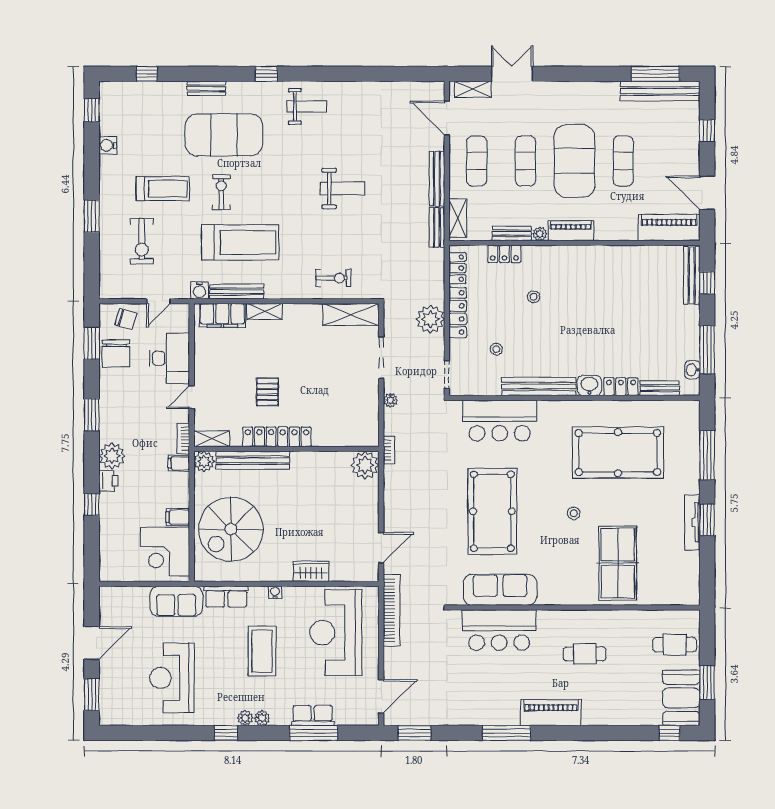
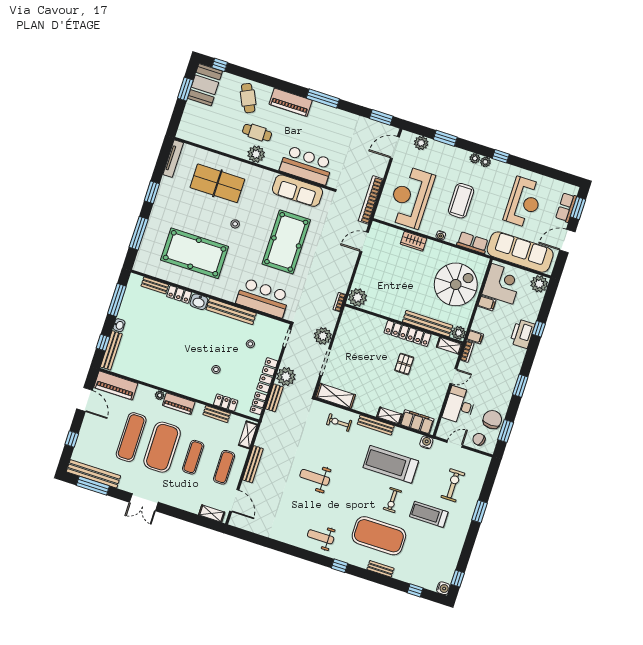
double door: (512, 74) -> (144, 502), moved
water cooler: (108, 145) -> (443, 588), moved
exercise mat: (623, 161) -> (131, 437), width x1.36, depth x1.45
bench: (437, 227) -> (274, 398), moved
plant: (540, 234) -> (160, 395), moved
bench: (237, 292) -> (376, 425), moved
washbasin: (692, 370) -> (119, 325), moved
plant: (390, 400) -> (323, 336), width x1.88, depth x1.88
plant: (112, 456) -> (539, 284), moved
printer: (108, 481) -> (522, 334), width x1.87, depth x1.48
tv unit: (692, 522) -> (173, 159), moved
table tennis table: (618, 563) -> (217, 183), turned 90
sofa: (176, 601) -> (520, 252), width x1.85, depth x1.27
plant: (576, 623) -> (256, 154), added
reception desk: (336, 633) -> (411, 197), turned 180
cafe table: (675, 645) -> (248, 98), moved, turned 64
plant: (346, 715) -> (421, 143), added
row of seats: (313, 716) -> (566, 207), moved, turned 90
window: (314, 733) -> (445, 138), width x0.69

